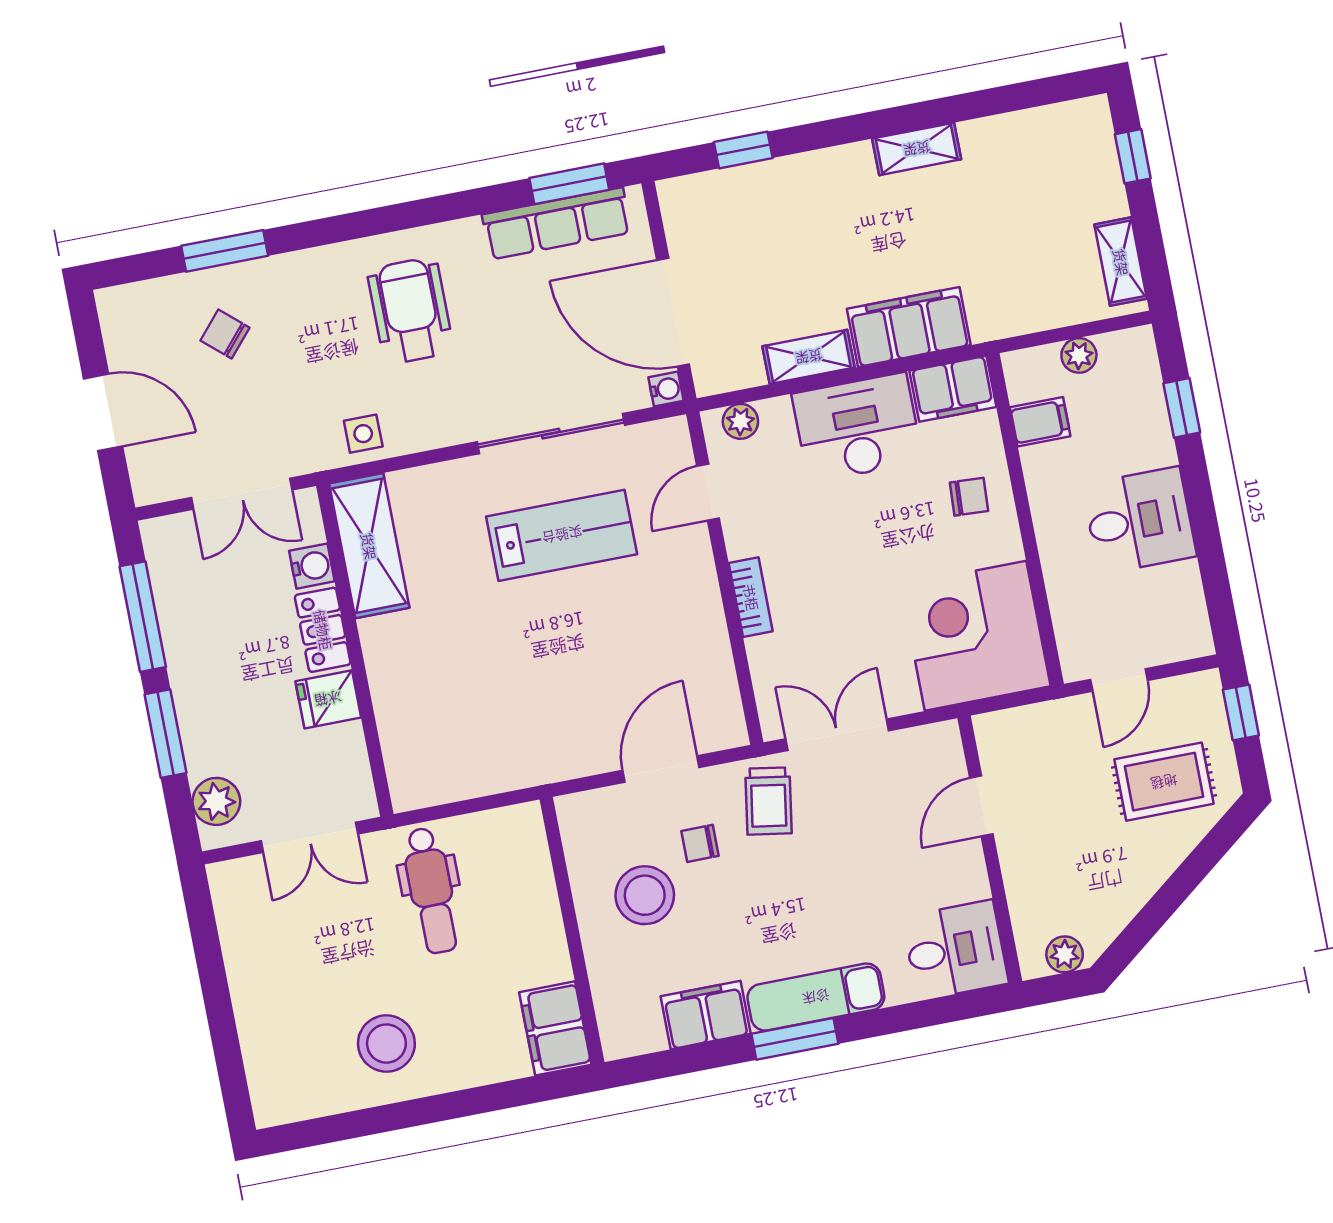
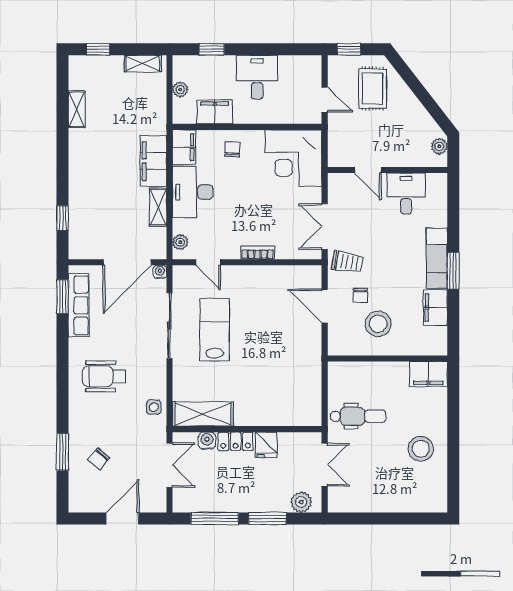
shelving: (917, 149) -> (77, 109), moved
filing cabinet: (1040, 422) -> (215, 112), width x2.00
desk: (955, 950) -> (406, 194), moved

